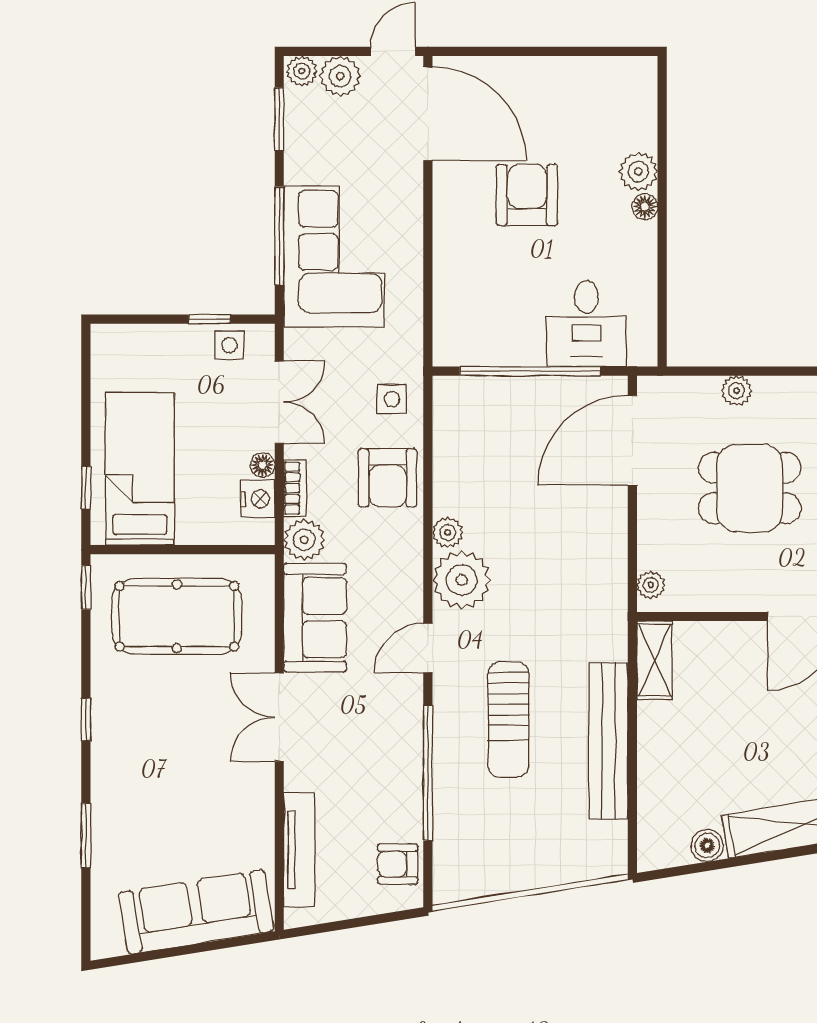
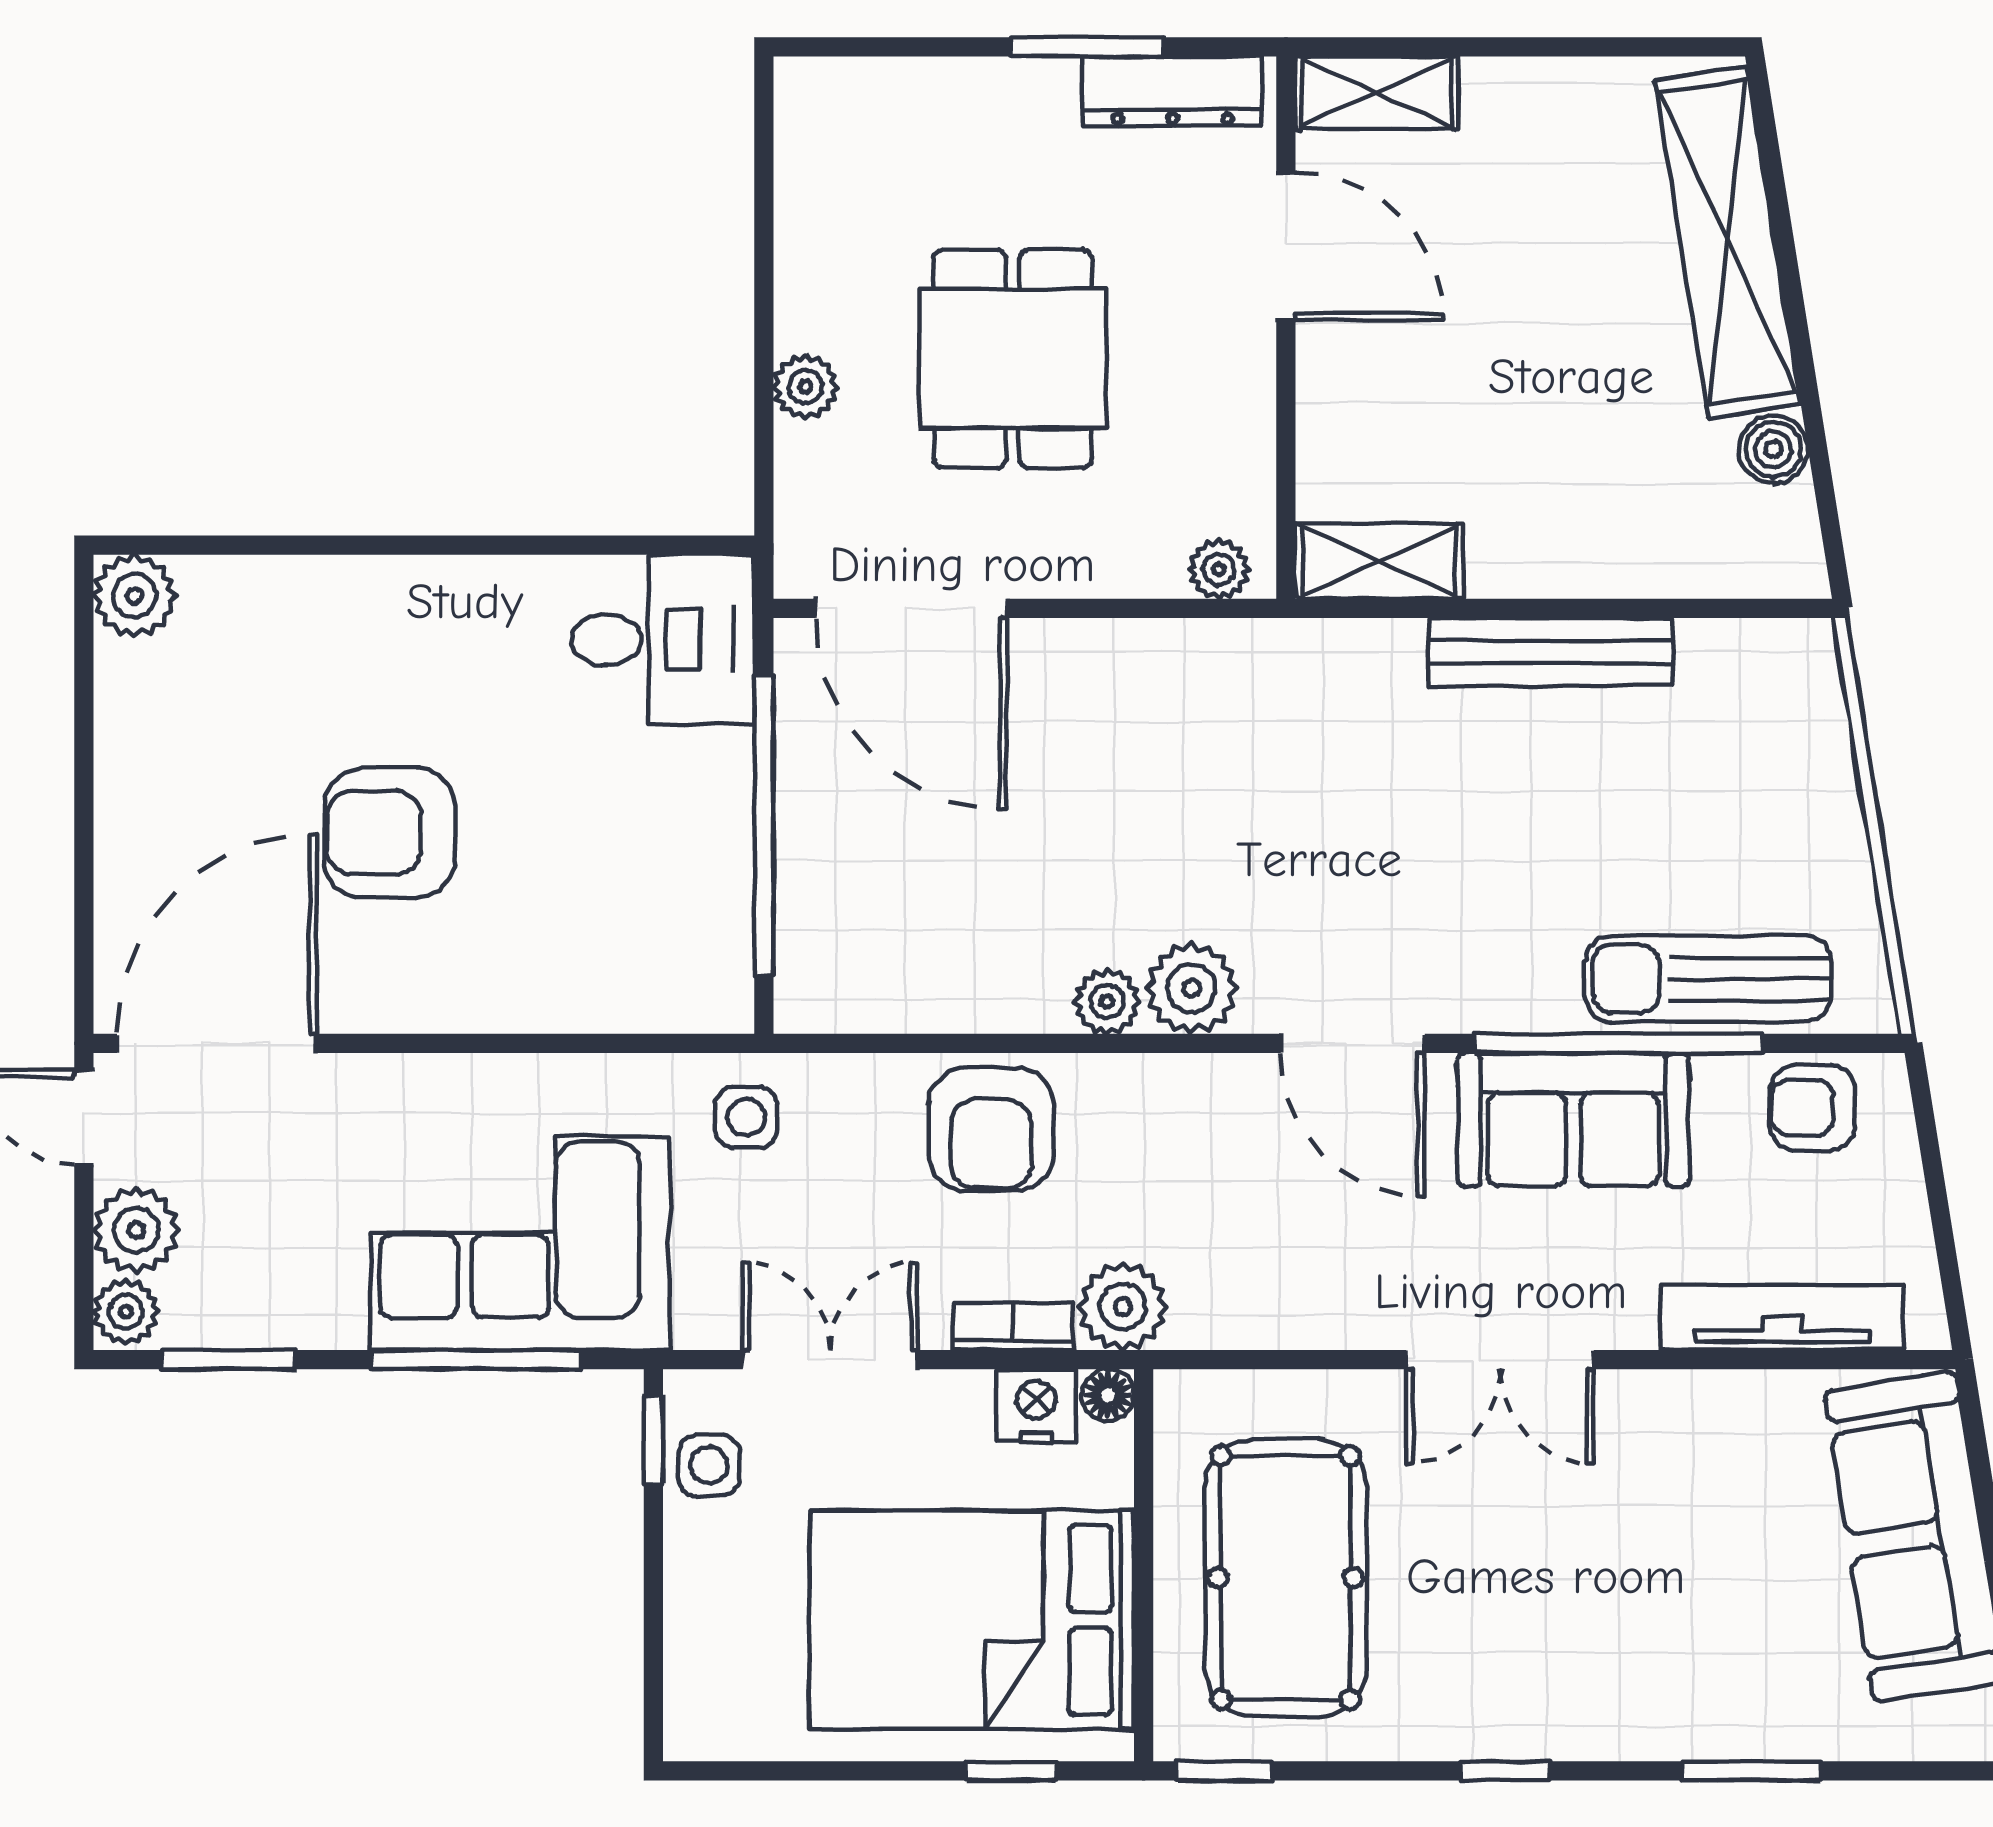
plant: (638, 172) -> (134, 596), moved
floor lamp: (645, 207) -> (414, 582), removed
window: (210, 319) -> (653, 1440), moved
desk: (586, 324) -> (663, 639), moved
side table: (392, 399) -> (746, 1117), moved
floor lamp: (263, 465) -> (1108, 1395), moved
bed: (140, 469) -> (972, 1620), width x1.50
armchair: (388, 478) -> (991, 1129), turned 90
plant: (462, 580) -> (1192, 988), width x0.73, depth x0.73
sofa: (315, 618) -> (1573, 1120), moved, turned 180
door: (428, 648) -> (1353, 1043), width x1.38
sun lounger: (508, 720) -> (1708, 979), moved, turned 180
bench: (608, 741) -> (1551, 652), width x0.73, depth x0.82
armchair: (398, 864) -> (1813, 1108), turned 90

